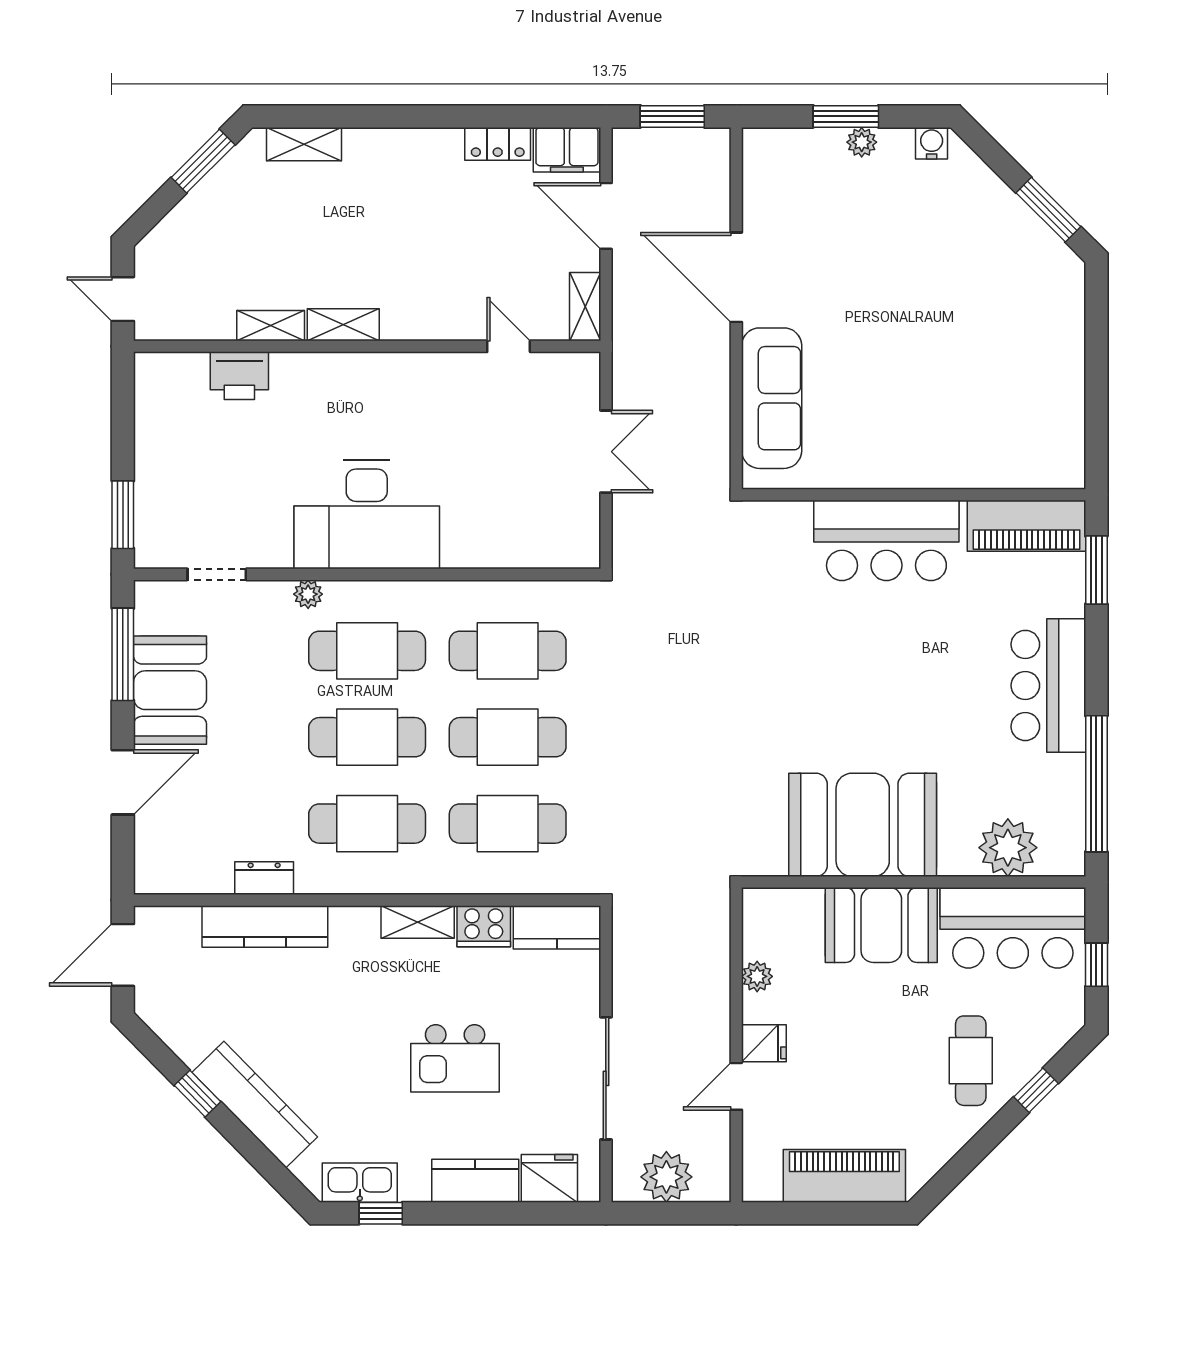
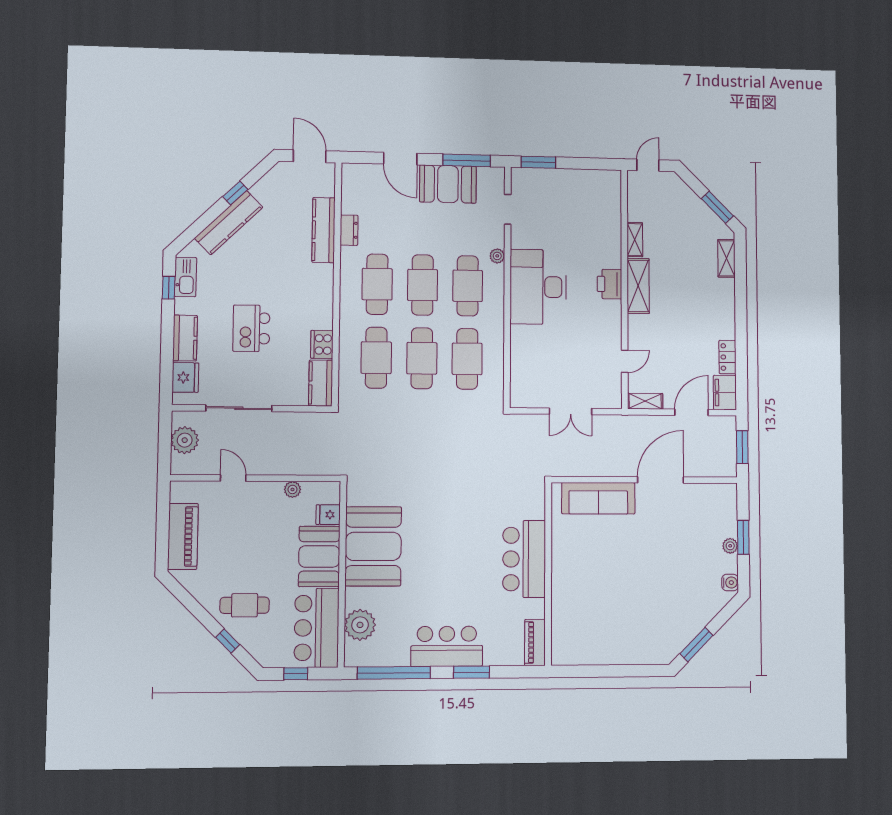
shelving: (343, 325) -> (638, 286), width x1.50, depth x1.33
printer: (239, 376) -> (609, 284), moved
piano: (1027, 526) -> (535, 642), width x0.73, depth x0.75
window: (1096, 570) -> (472, 672), moved
shelving: (418, 922) -> (325, 310), removed
fridge: (764, 1043) -> (328, 515), moved, turned 90

